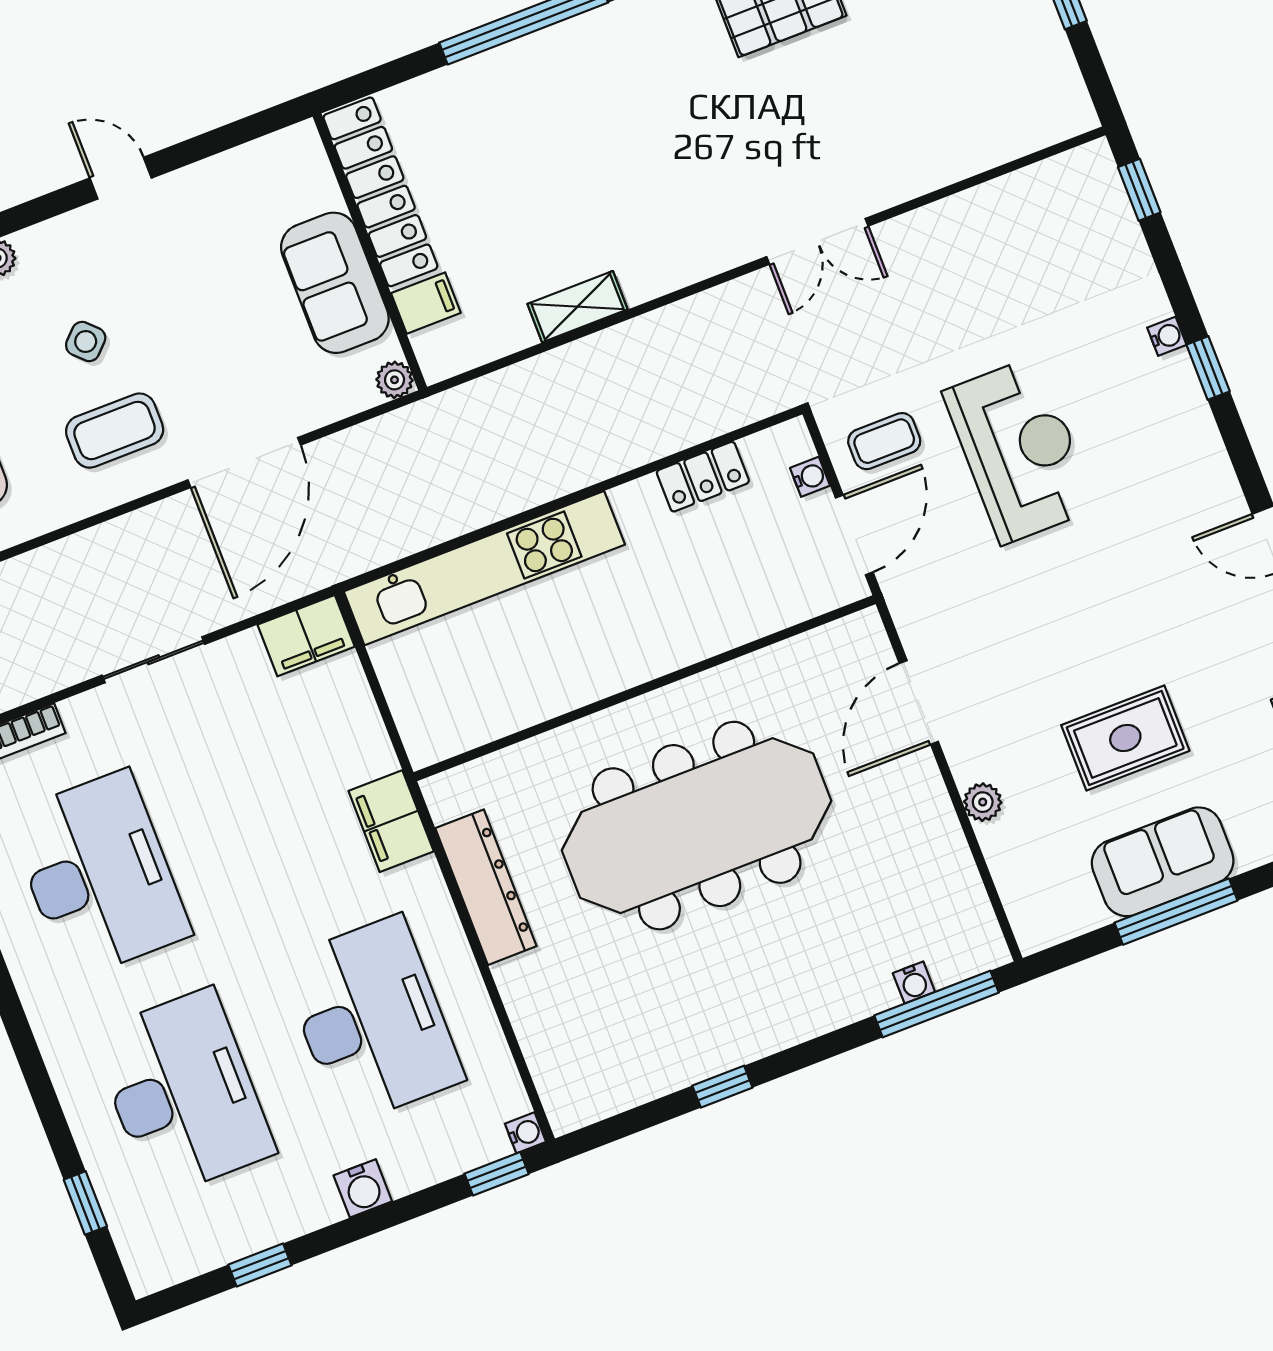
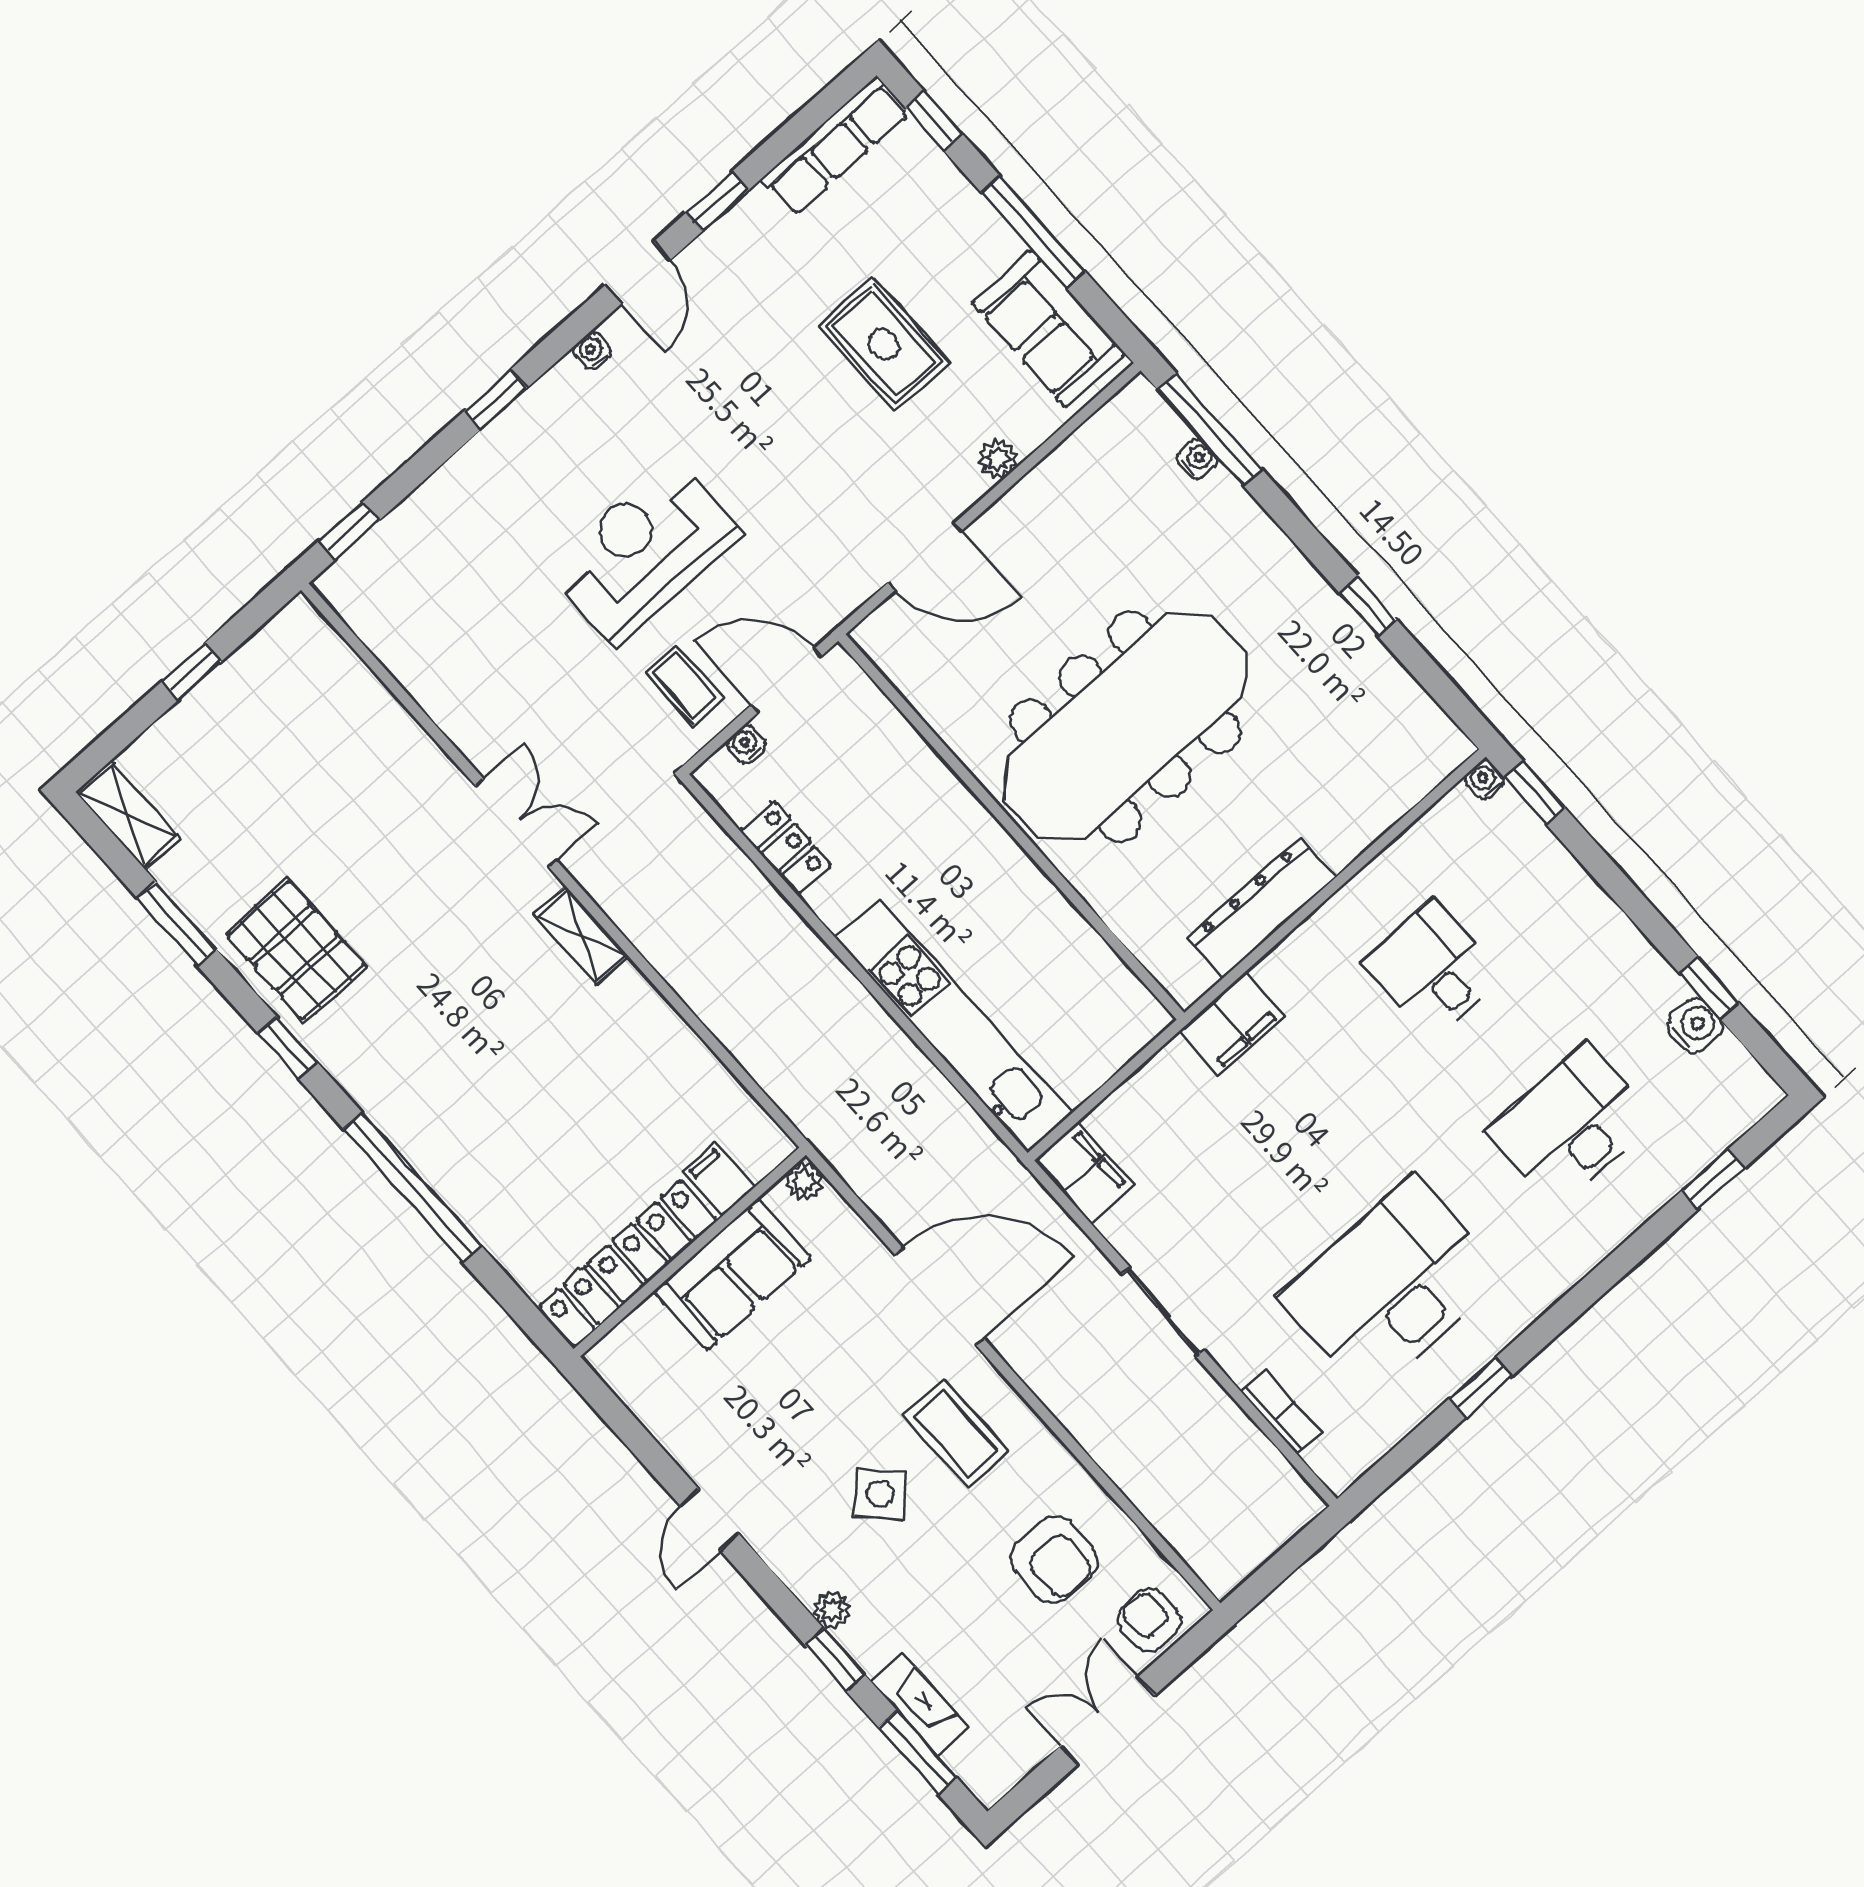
shelving: (578, 307) -> (581, 935), moved
water cooler: (1167, 336) -> (592, 351), moved
side table: (86, 342) -> (880, 1494), width x1.37, depth x1.37
meeting table: (697, 826) -> (1125, 727), turned 90
sofa: (1163, 862) -> (1048, 328), moved
desk: (372, 1020) -> (1432, 969), width x0.53, depth x0.77
desk: (183, 1093) -> (1571, 1125), width x0.73, depth x0.77
water cooler: (363, 1188) -> (1695, 1026), moved

